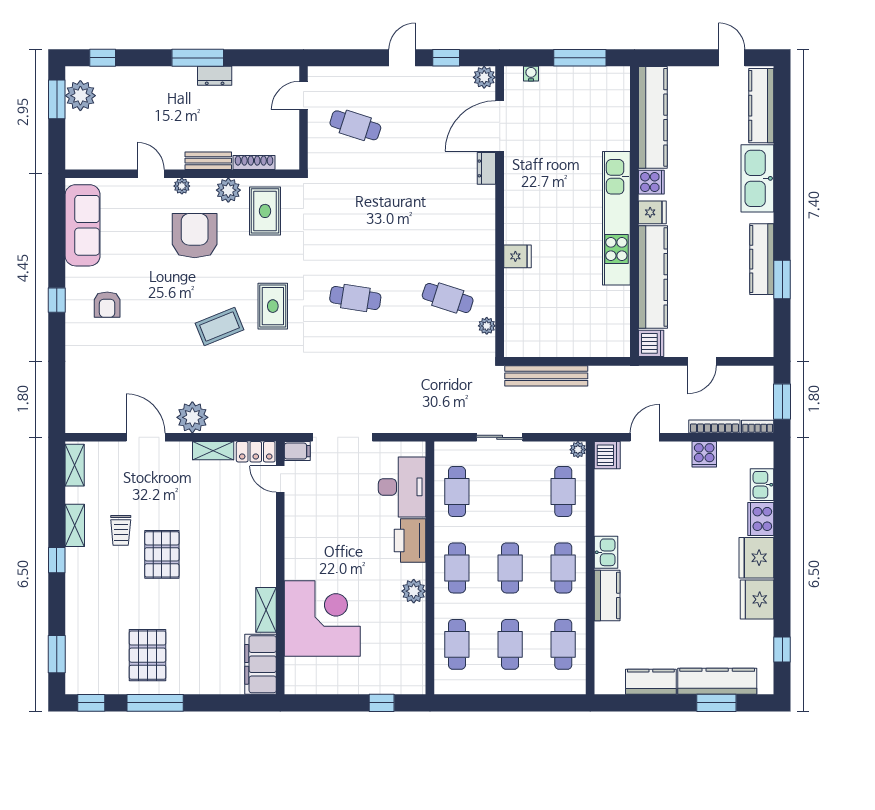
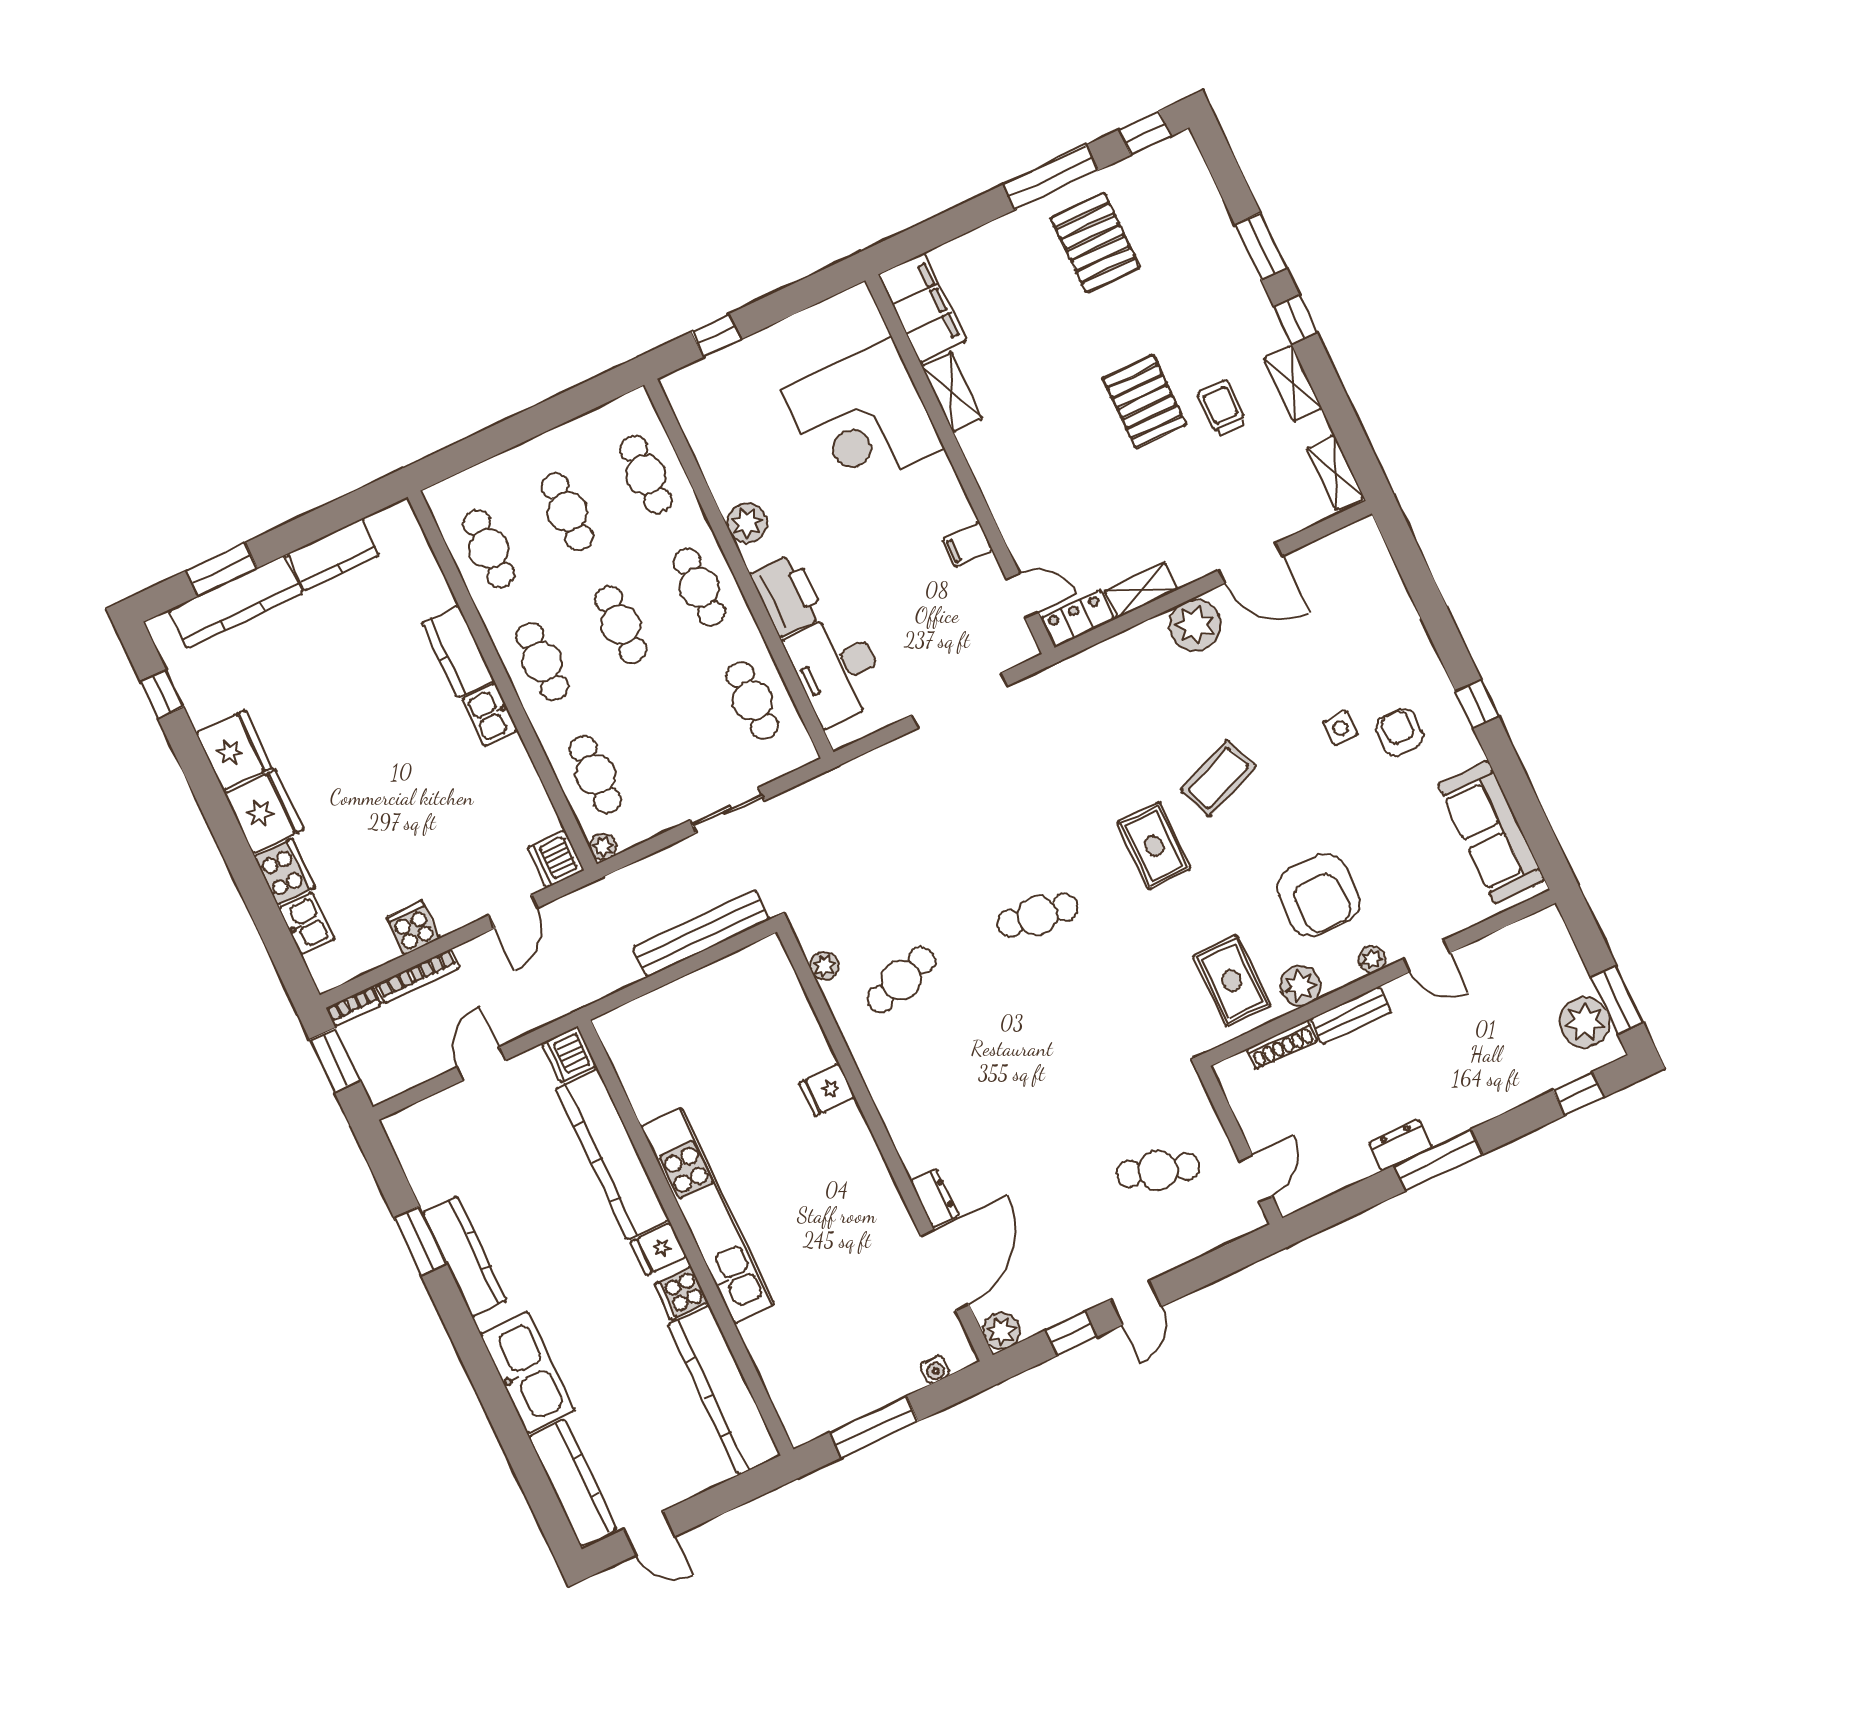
cafe table: (448, 298) -> (901, 980), turned -36
side table: (139, 322) -> (1340, 728), added
filing cabinet: (297, 451) -> (967, 545), moved
window: (57, 654) -> (1261, 246), moved

